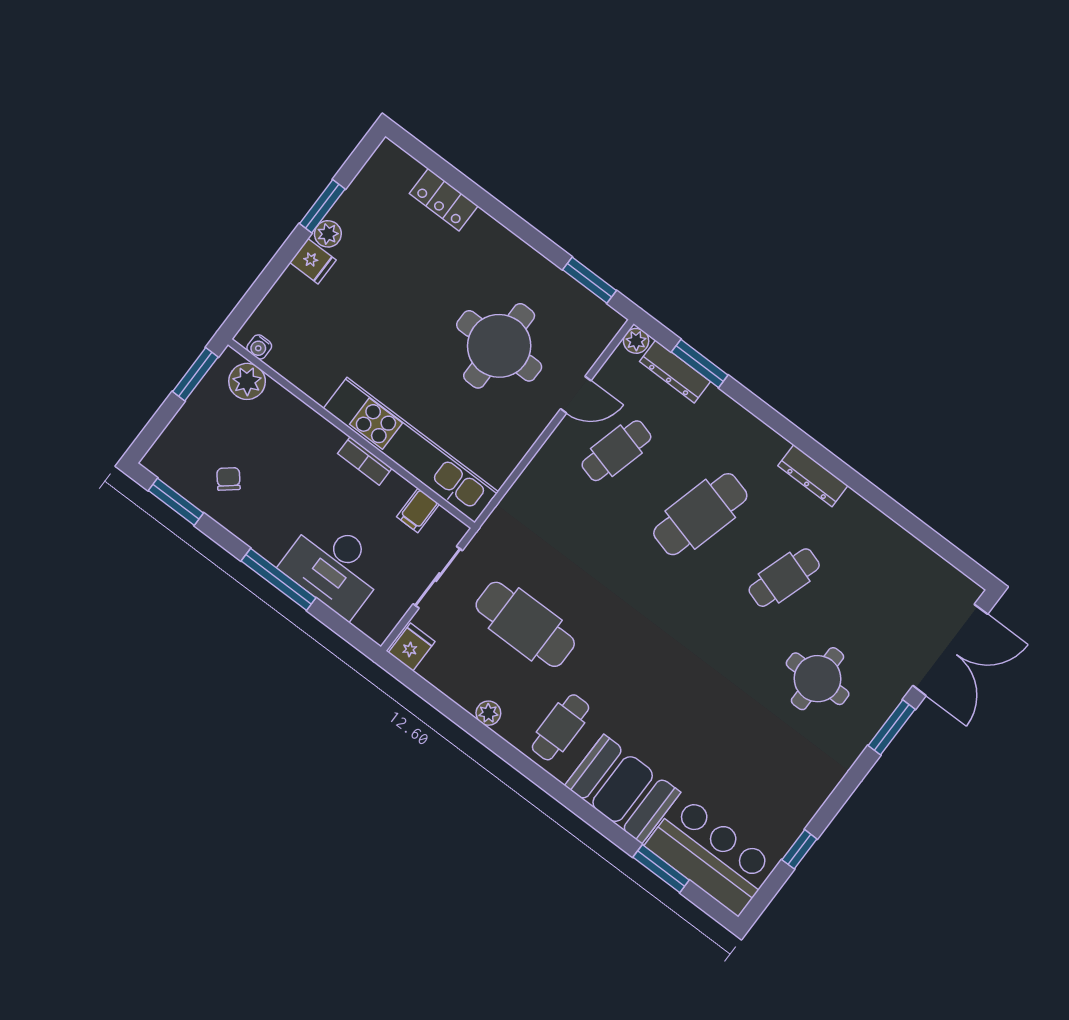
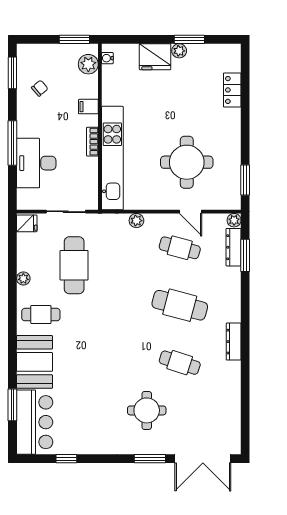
fridge: (313, 261) -> (155, 57), width x1.88, depth x1.34
plant: (529, 484) -> (136, 221), added
filing cabinet: (418, 510) -> (88, 107), moved

